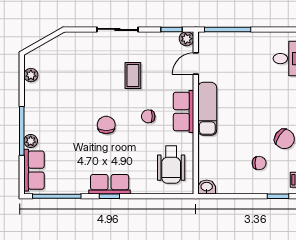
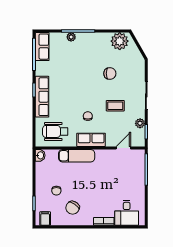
plant: (187, 39) -> (140, 123), moved
door: (196, 64) -> (123, 148), hinge flipped
plant: (31, 75) -> (120, 41), width x1.87, depth x1.87
exam couch: (207, 109) -> (77, 156), moved
chair: (106, 125) -> (110, 73), moved
row of seats: (34, 170) -> (42, 47), moved, turned -90
row of seats: (110, 184) -> (42, 97), width x1.48

